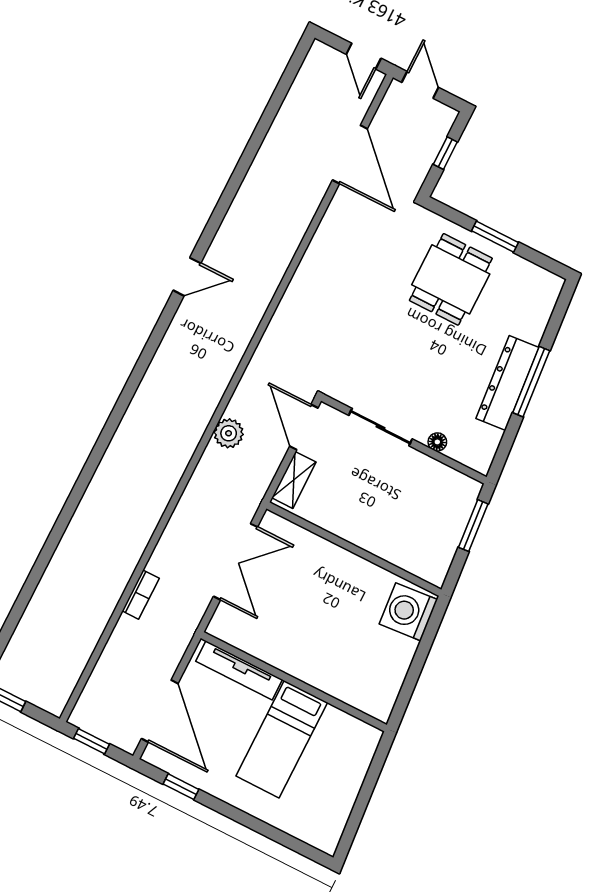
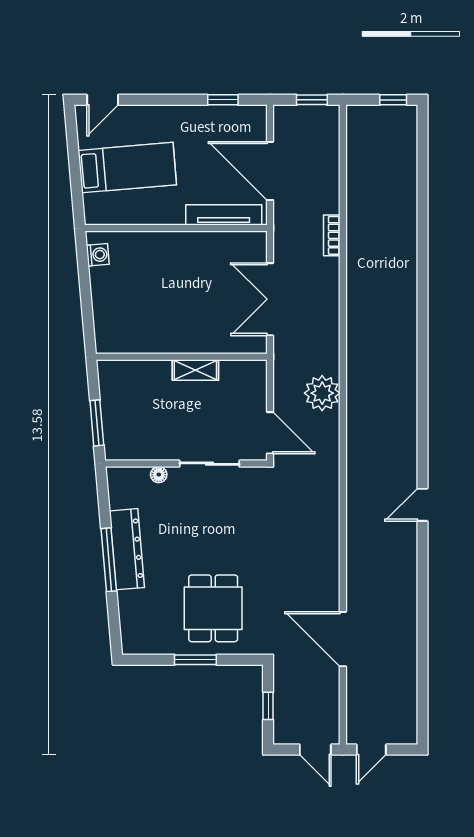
door: (364, 56) -> (371, 750), swing flipped
door: (350, 154) -> (343, 639), moved
plant: (229, 433) -> (322, 393), width x1.36, depth x1.36
shelving: (294, 480) -> (195, 370), moved, turned 90
washing machine: (408, 612) -> (98, 255), moved, width x0.53, depth x0.53
door: (160, 711) -> (270, 171), moved
bed: (282, 739) -> (127, 168), moved, turned 85
door: (302, 848) -> (103, 100), added

